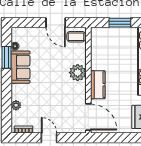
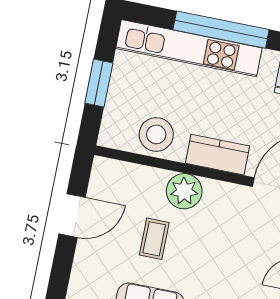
coffee table: (76, 37) -> (154, 239), moved
stool: (101, 54) -> (156, 134), added

